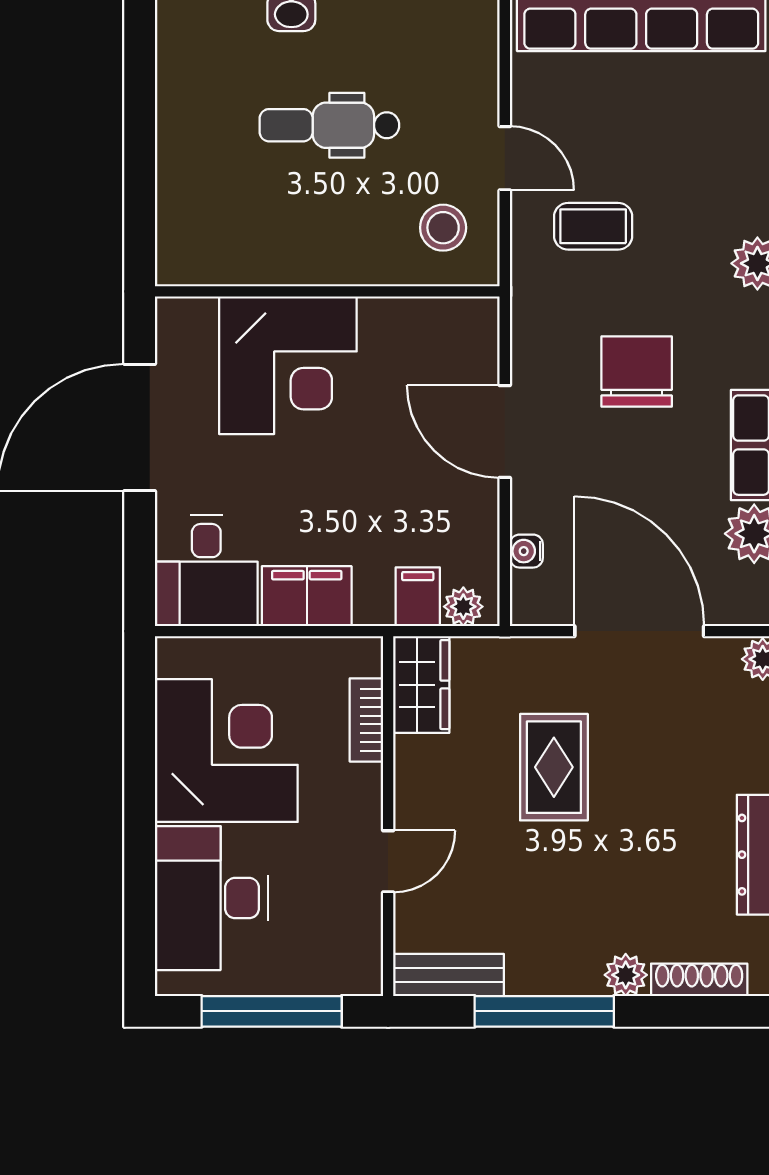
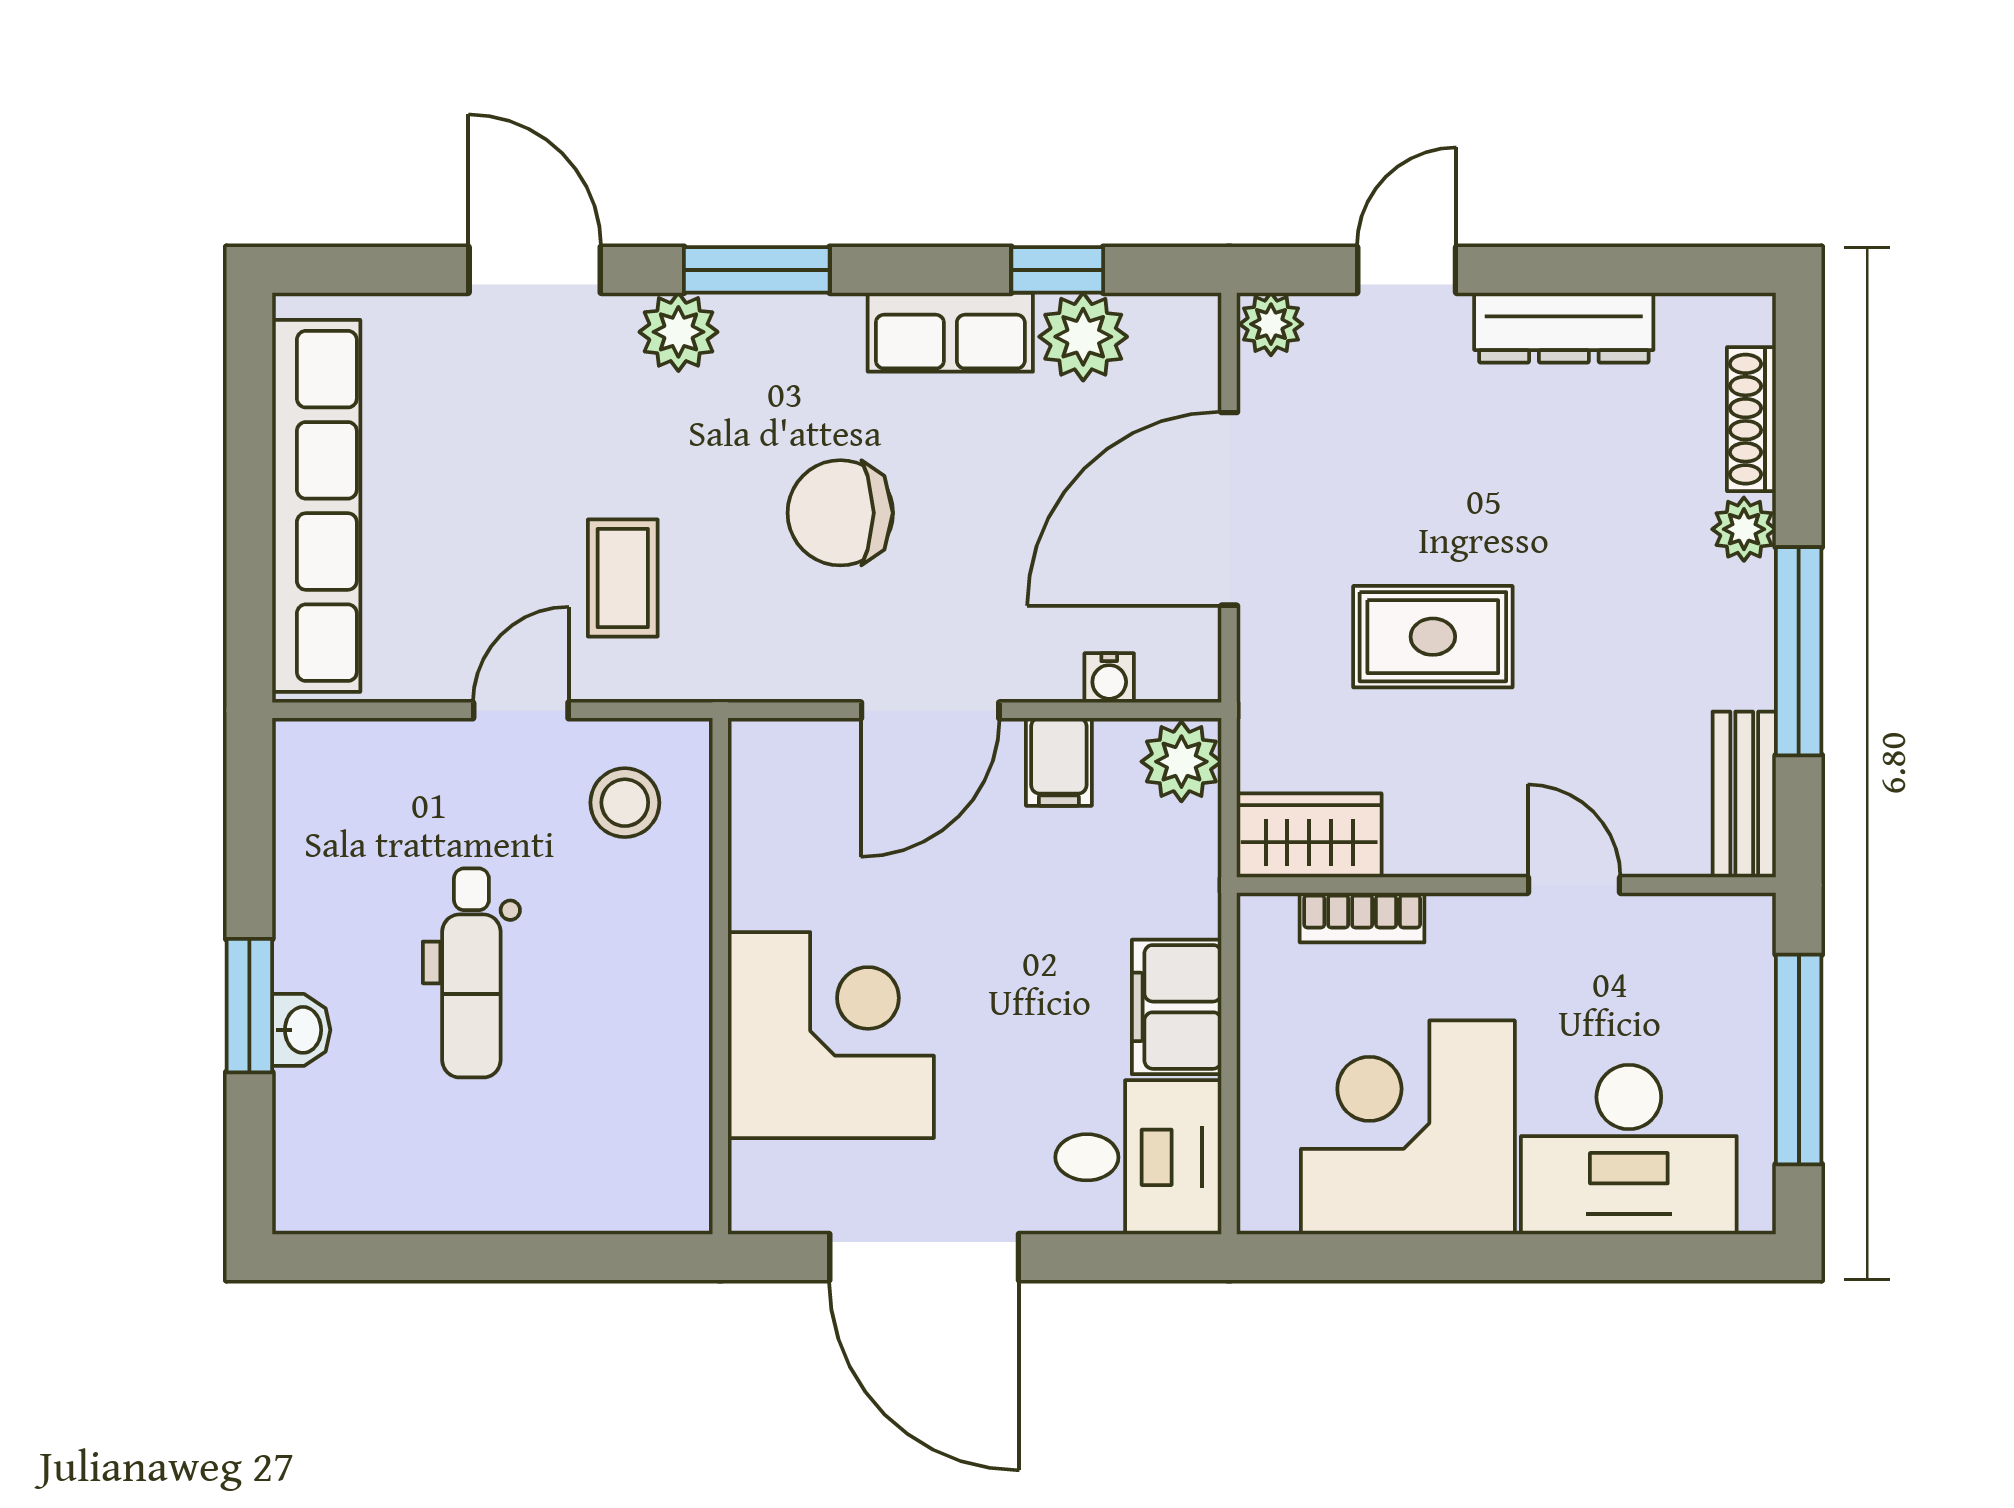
filing cabinet: (418, 597) -> (1059, 762), moved, turned -90
plant: (463, 607) -> (1181, 762), width x1.38, depth x1.38

